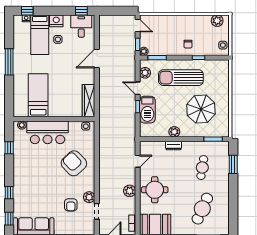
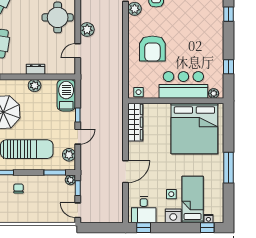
door: (138, 88) -> (78, 137), hinge flipped
bed: (38, 95) -> (194, 129), width x2.04
barbecue: (147, 110) -> (66, 95), moved
armchair: (74, 163) -> (152, 48), turned 43
plant: (130, 191) -> (87, 29), moved

